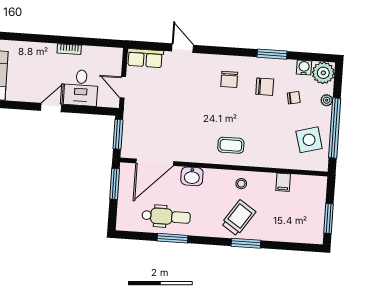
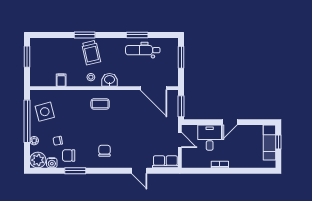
chair: (265, 87) -> (69, 156), moved
door: (155, 162) -> (154, 88), swing flipped
washbasin: (192, 176) -> (109, 80), moved
window: (115, 184) -> (181, 57), moved
trolley: (239, 218) -> (91, 53), turned -47

